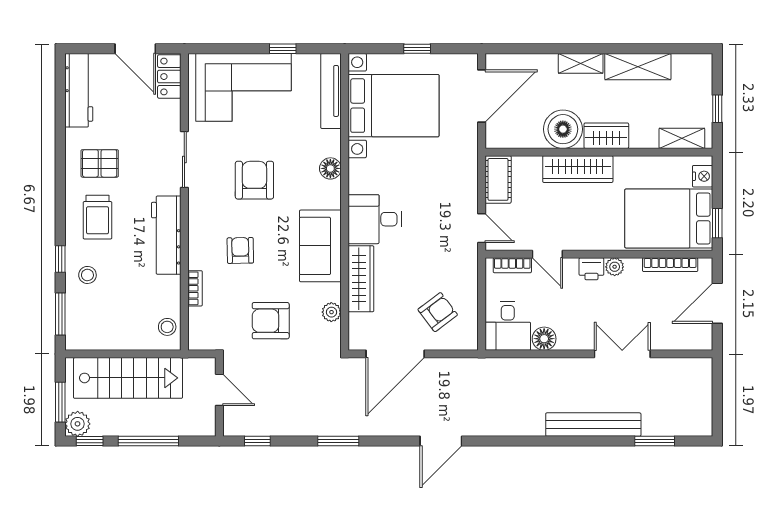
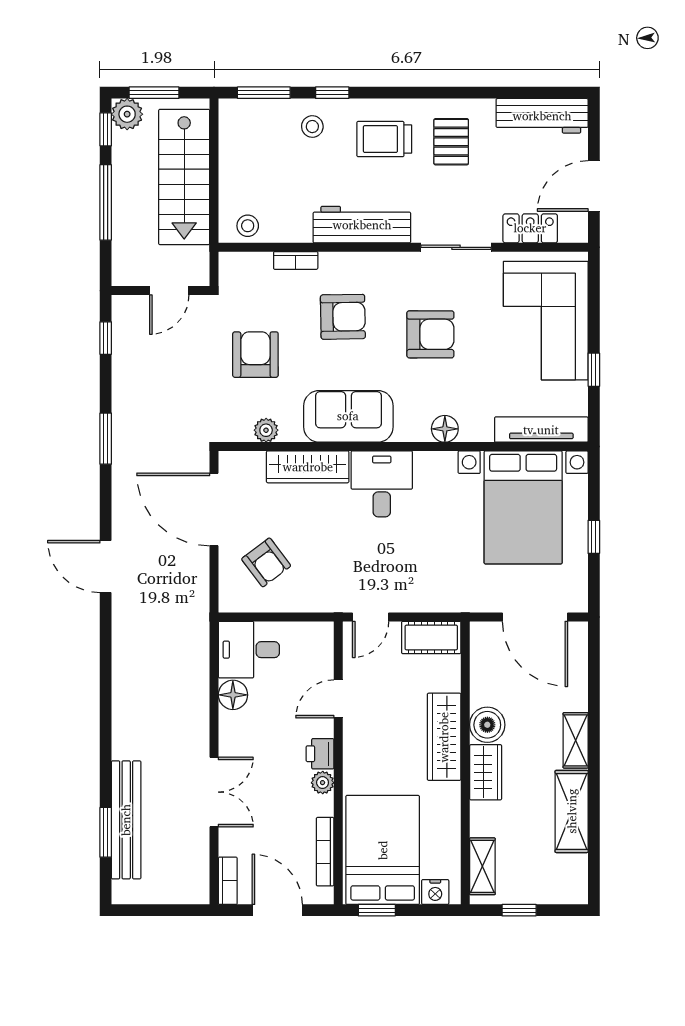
locker: (169, 77) -> (530, 228), moved
boiler: (563, 129) -> (487, 725), width x0.73, depth x0.73
armchair: (240, 250) -> (343, 317), width x1.38, depth x1.38
bookcase: (512, 265) -> (228, 881), moved, turned 180
bench: (593, 425) -> (126, 820), moved

